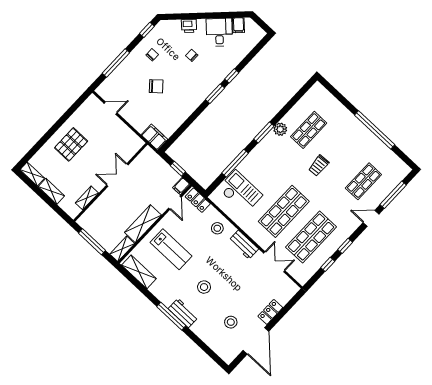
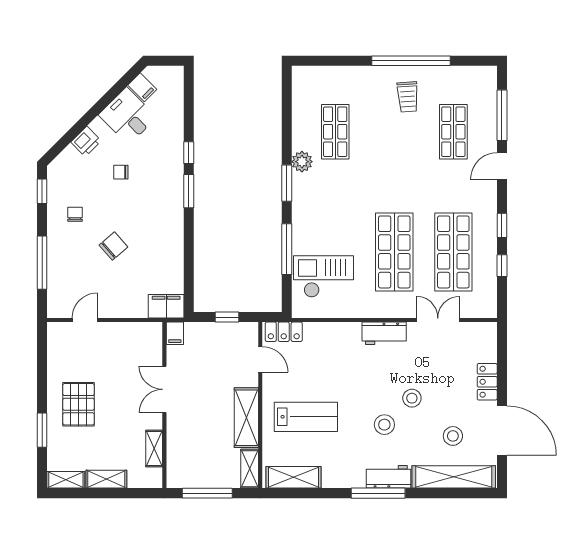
window: (43, 141) -> (42, 430), added
trolley: (319, 166) -> (408, 97), moved
filing cabinet: (181, 186) -> (175, 333), moved
stool: (217, 228) -> (412, 398), moved
shelving: (213, 341) -> (454, 477), added

